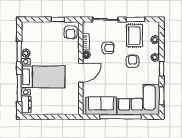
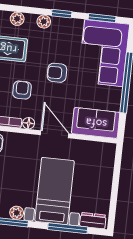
armchair: (133, 61) -> (57, 73), moved
sofa: (101, 106) -> (96, 123), moved, turned 90

